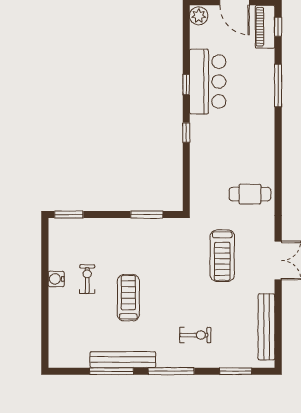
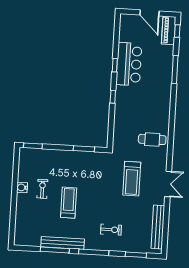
plant: (199, 16) -> (126, 21), removed

